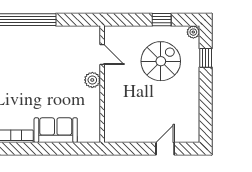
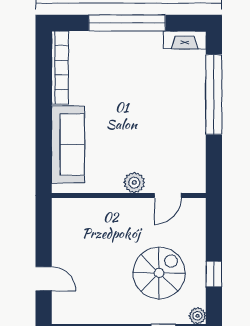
spiral stairs: (161, 61) -> (159, 273), turned -90
sofa: (56, 130) -> (68, 144), width x1.36

